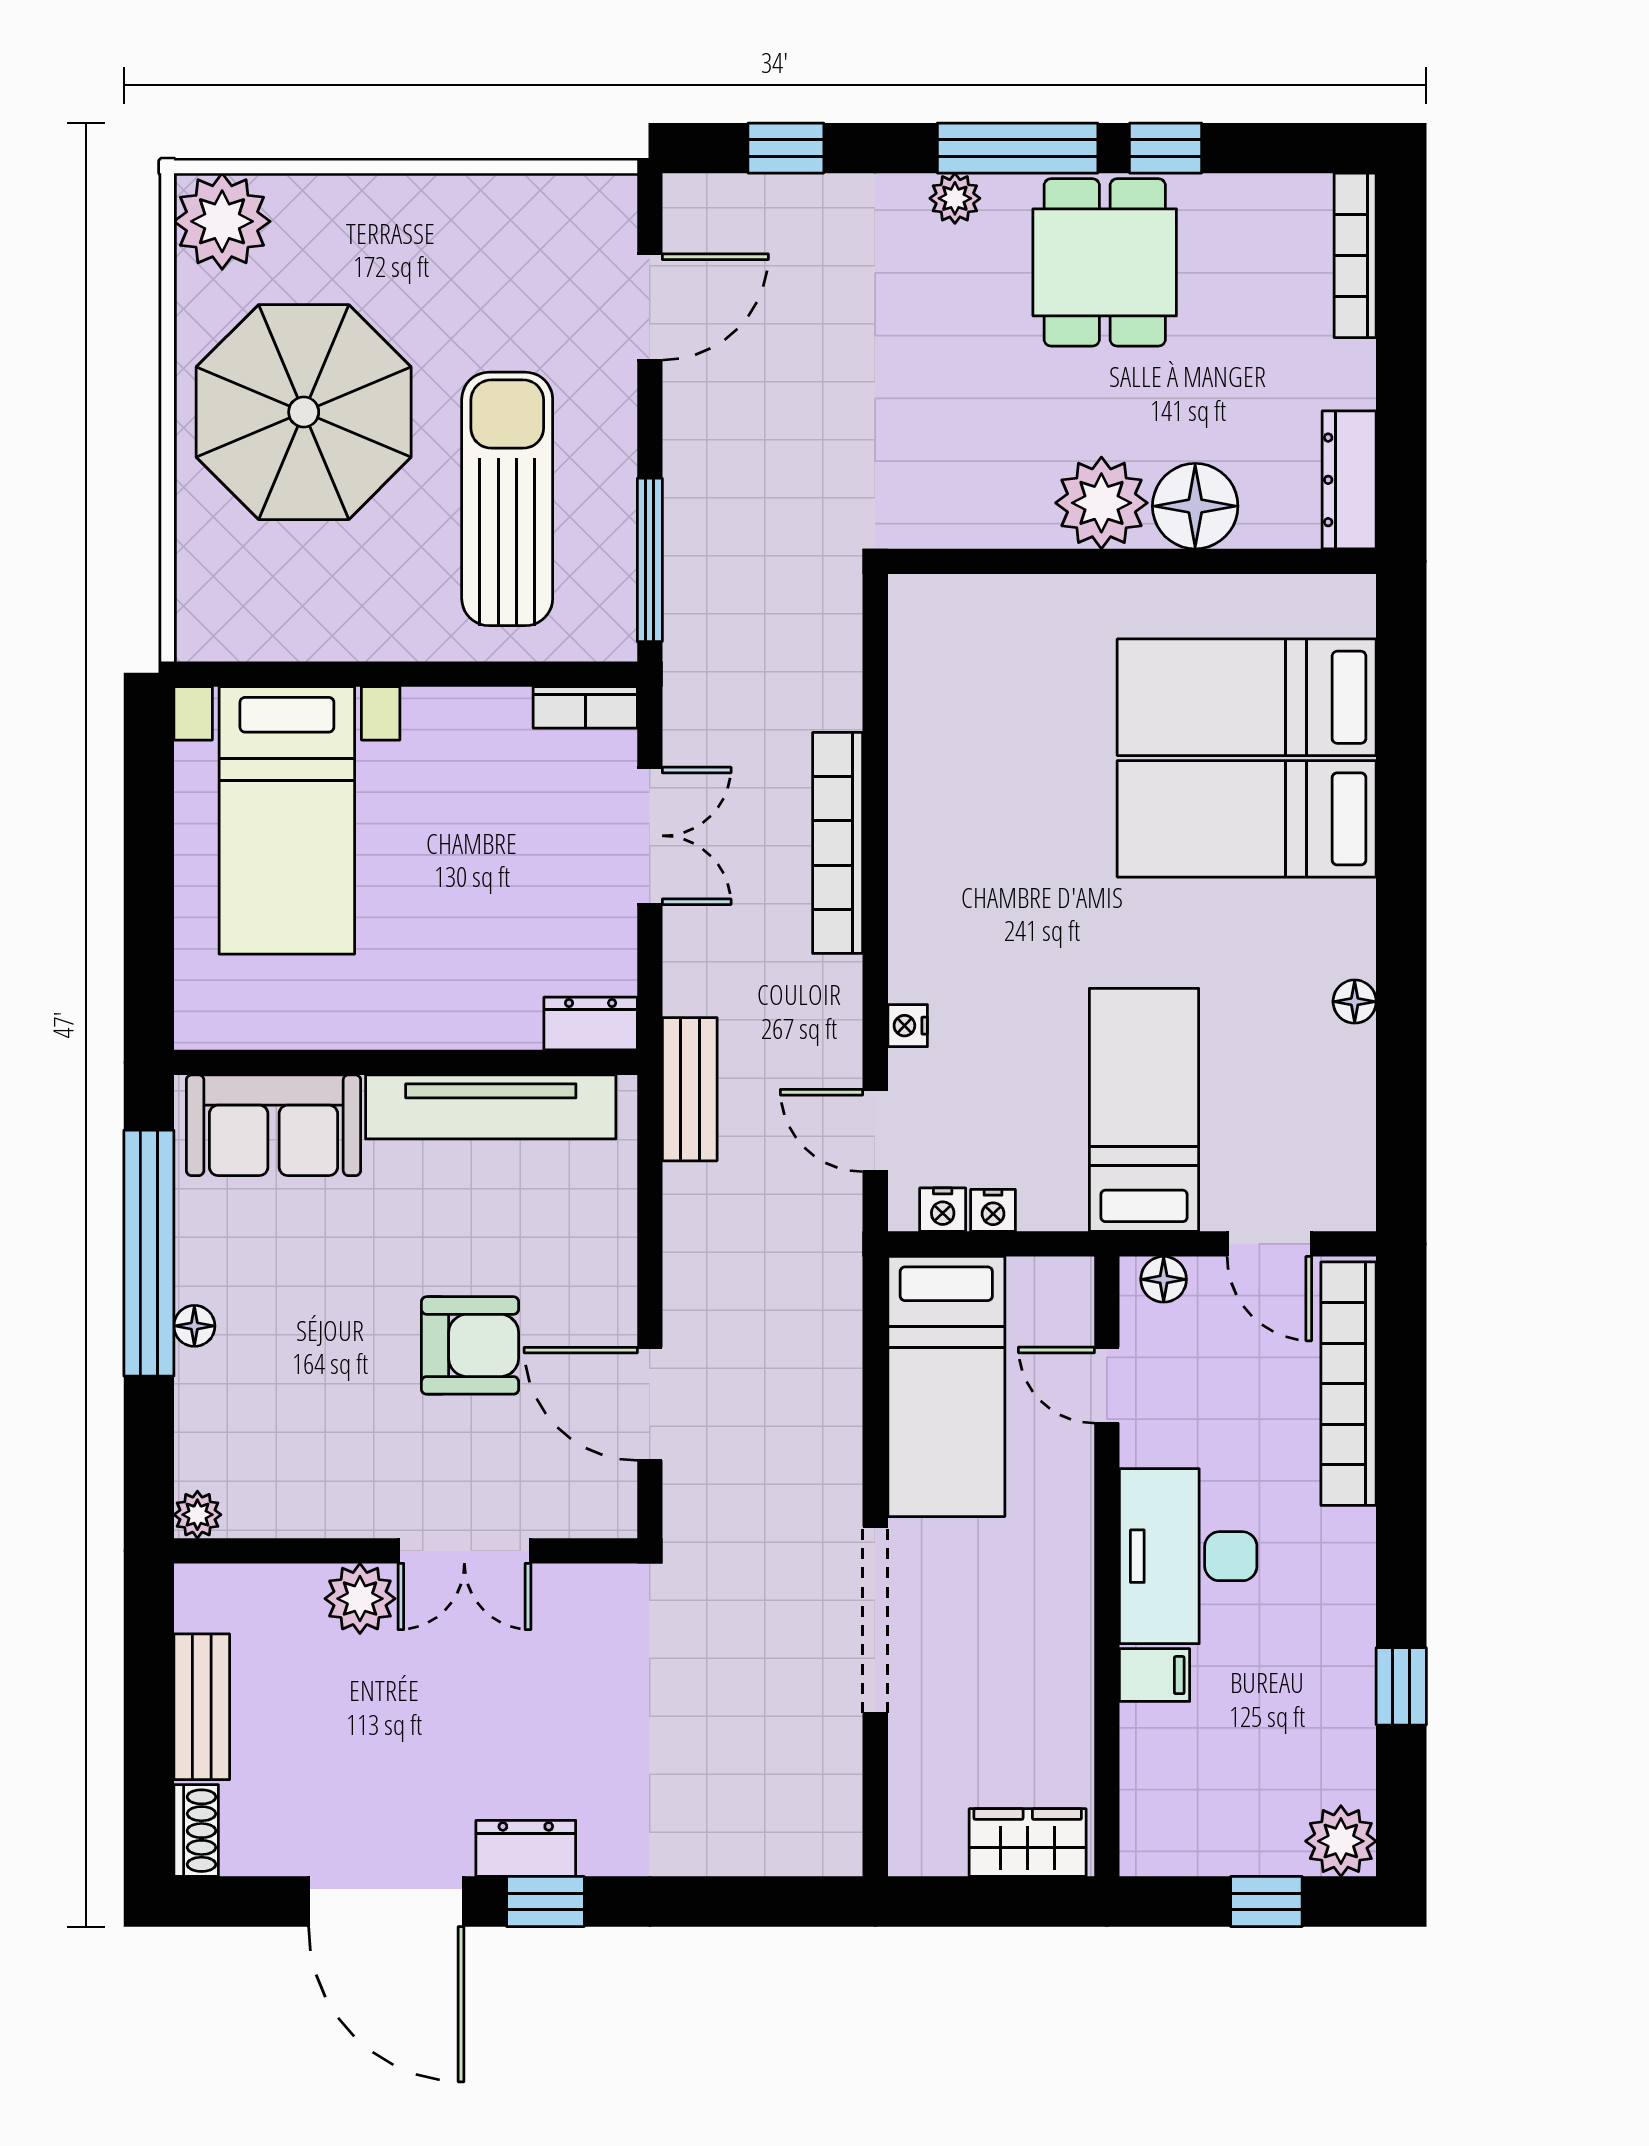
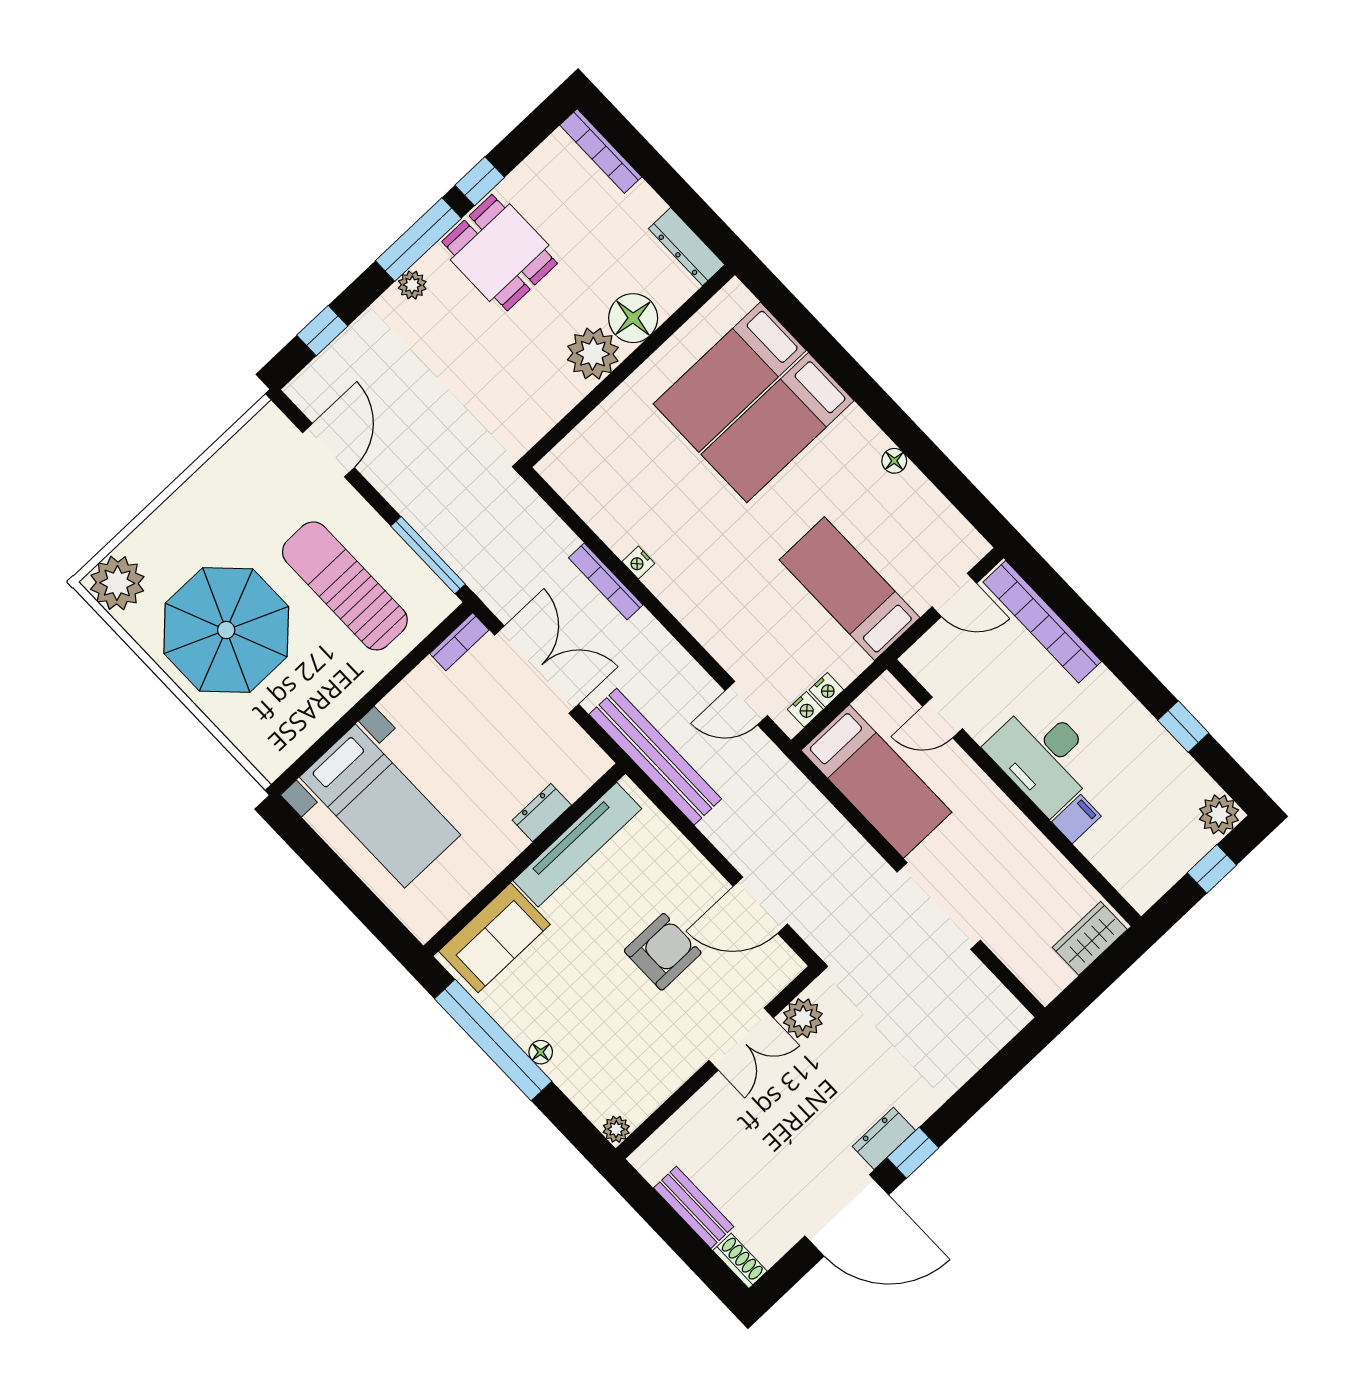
double door: (650, 836) -> (537, 670), width x1.37
bookcase: (838, 843) -> (606, 581), width x0.68, depth x0.76
dresser: (591, 1024) -> (542, 813), moved
nightstand: (908, 1026) -> (638, 563), moved
bench: (690, 1089) -> (655, 757), width x1.86, depth x1.21
floor lamp: (1164, 1279) -> (924, 651), removed
plant: (360, 1599) -> (803, 1018), moved

